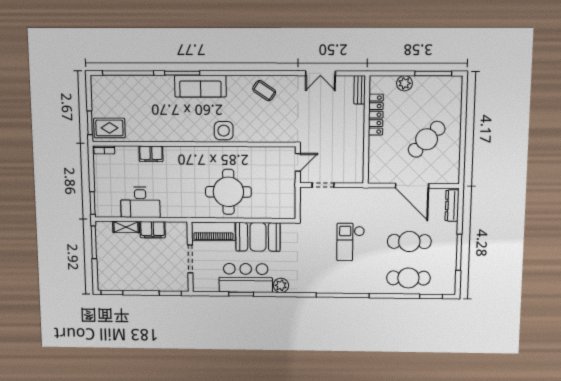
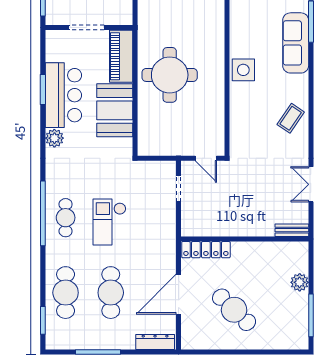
locker: (376, 115) -> (206, 250), moved
checkout: (350, 242) -> (109, 222), turned -90
cafe table: (346, 277) -> (66, 218), added

